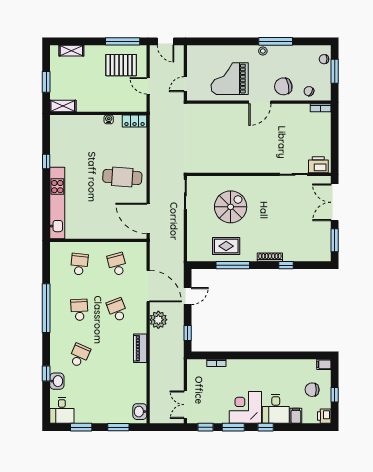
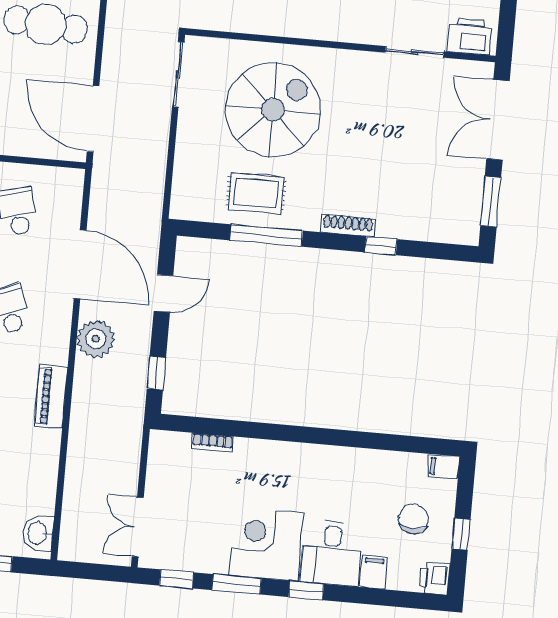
spiral stairs: (231, 207) -> (273, 110), width x1.37, depth x1.37
chair: (312, 390) -> (413, 519), turned 90

